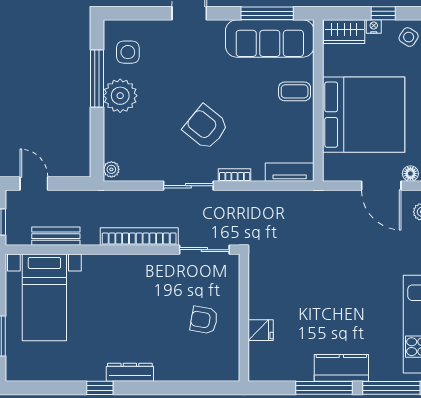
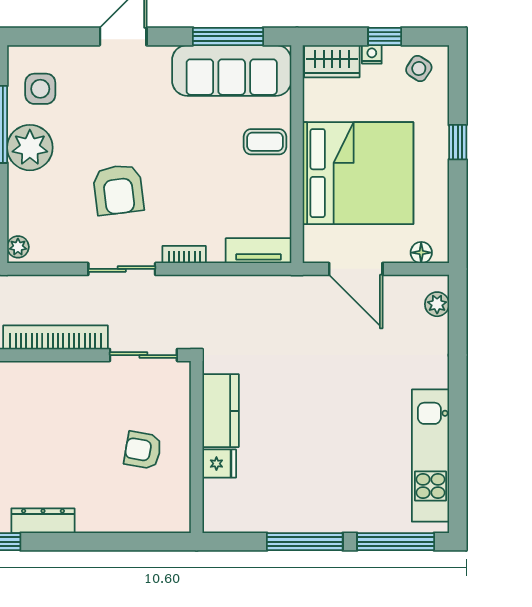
armchair: (206, 127) -> (118, 190), moved, turned -136
door: (381, 186) -> (356, 269), moved
kitchen counter: (341, 368) -> (221, 411), moved, turned 90

